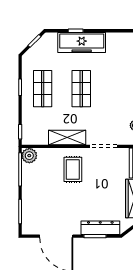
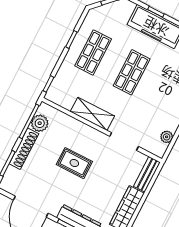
plant: (29, 156) -> (40, 123), moved
rug: (73, 169) -> (74, 163), moved, turned 90
shoe rack: (27, 193) -> (24, 149), added

